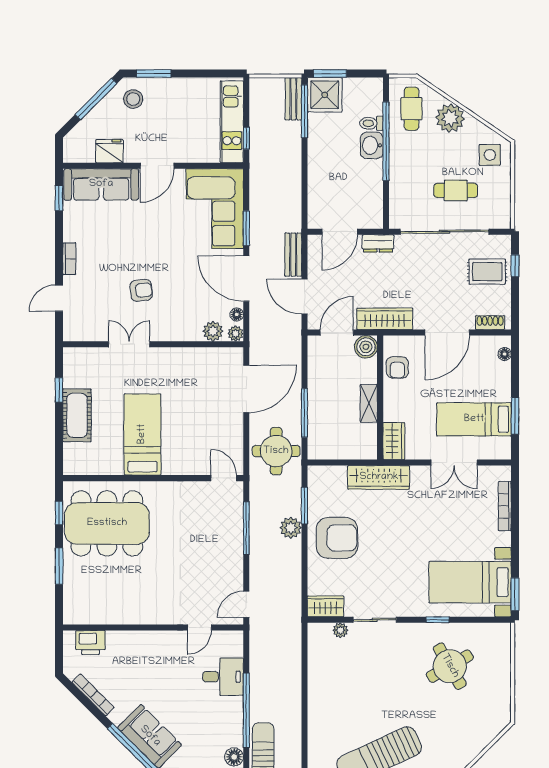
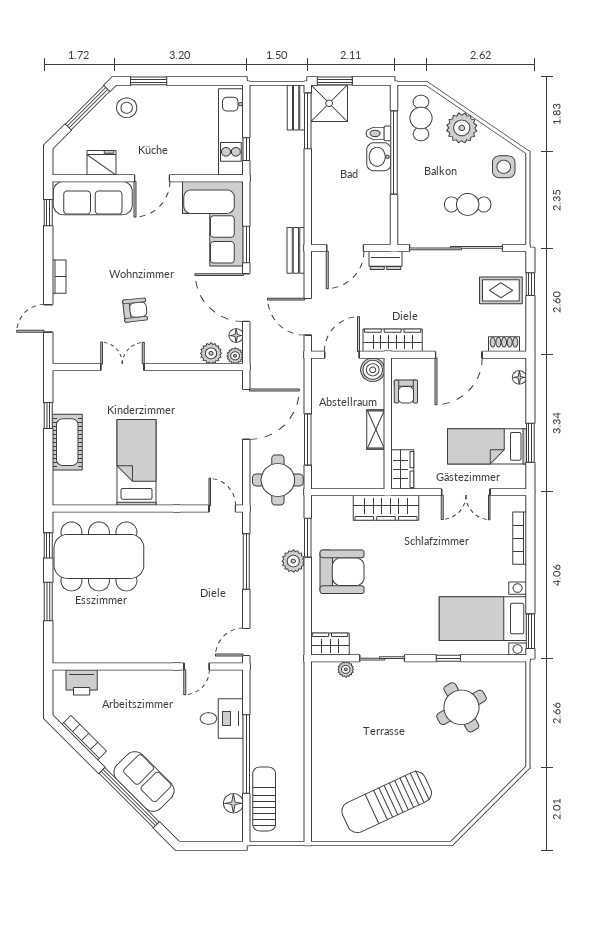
bench: (293, 255) -> (296, 250), moved

